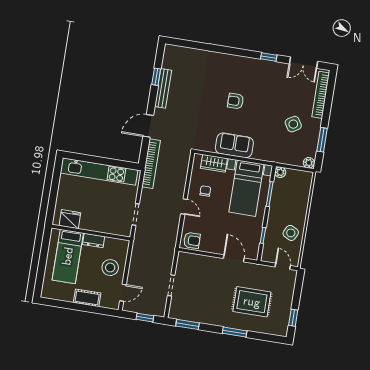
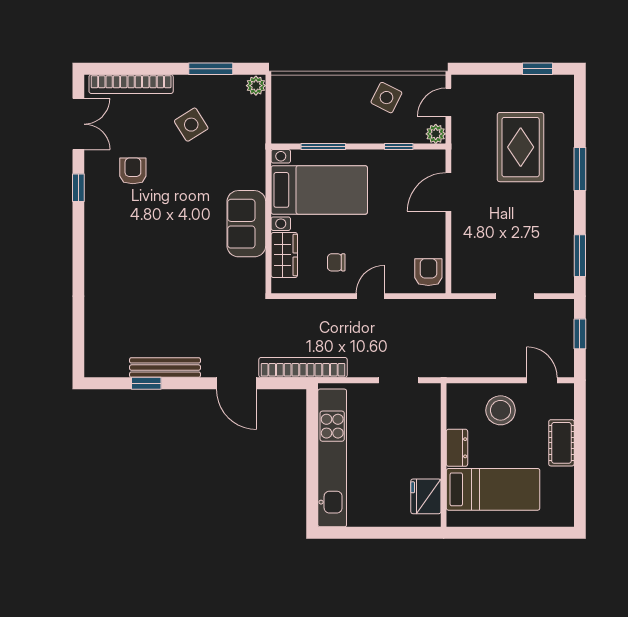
armchair: (236, 101) -> (133, 171), moved, turned 180
plant: (280, 172) -> (436, 134), moved

